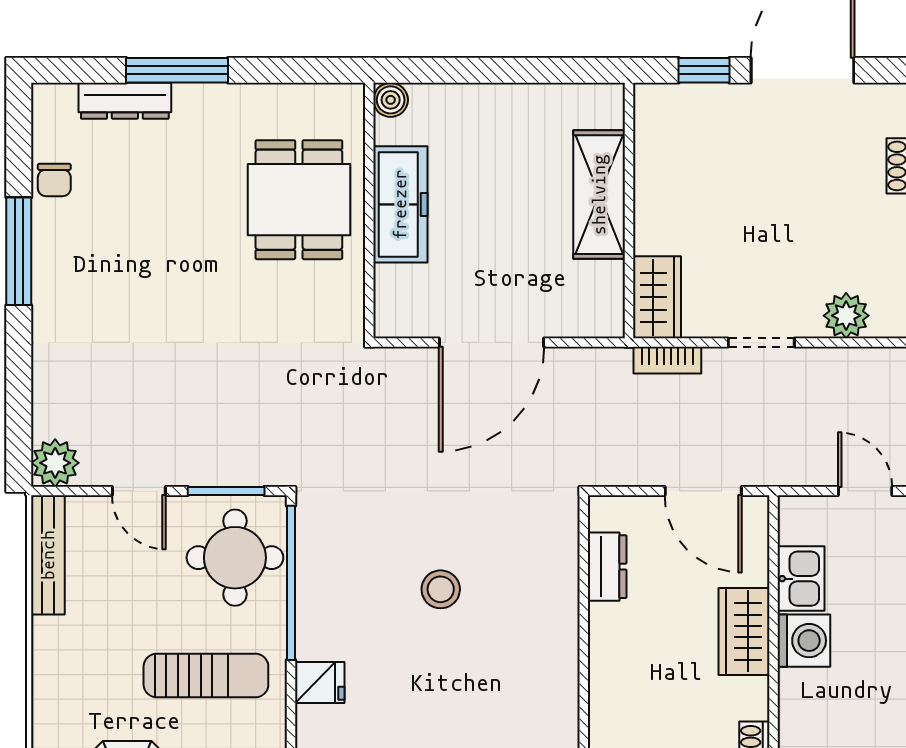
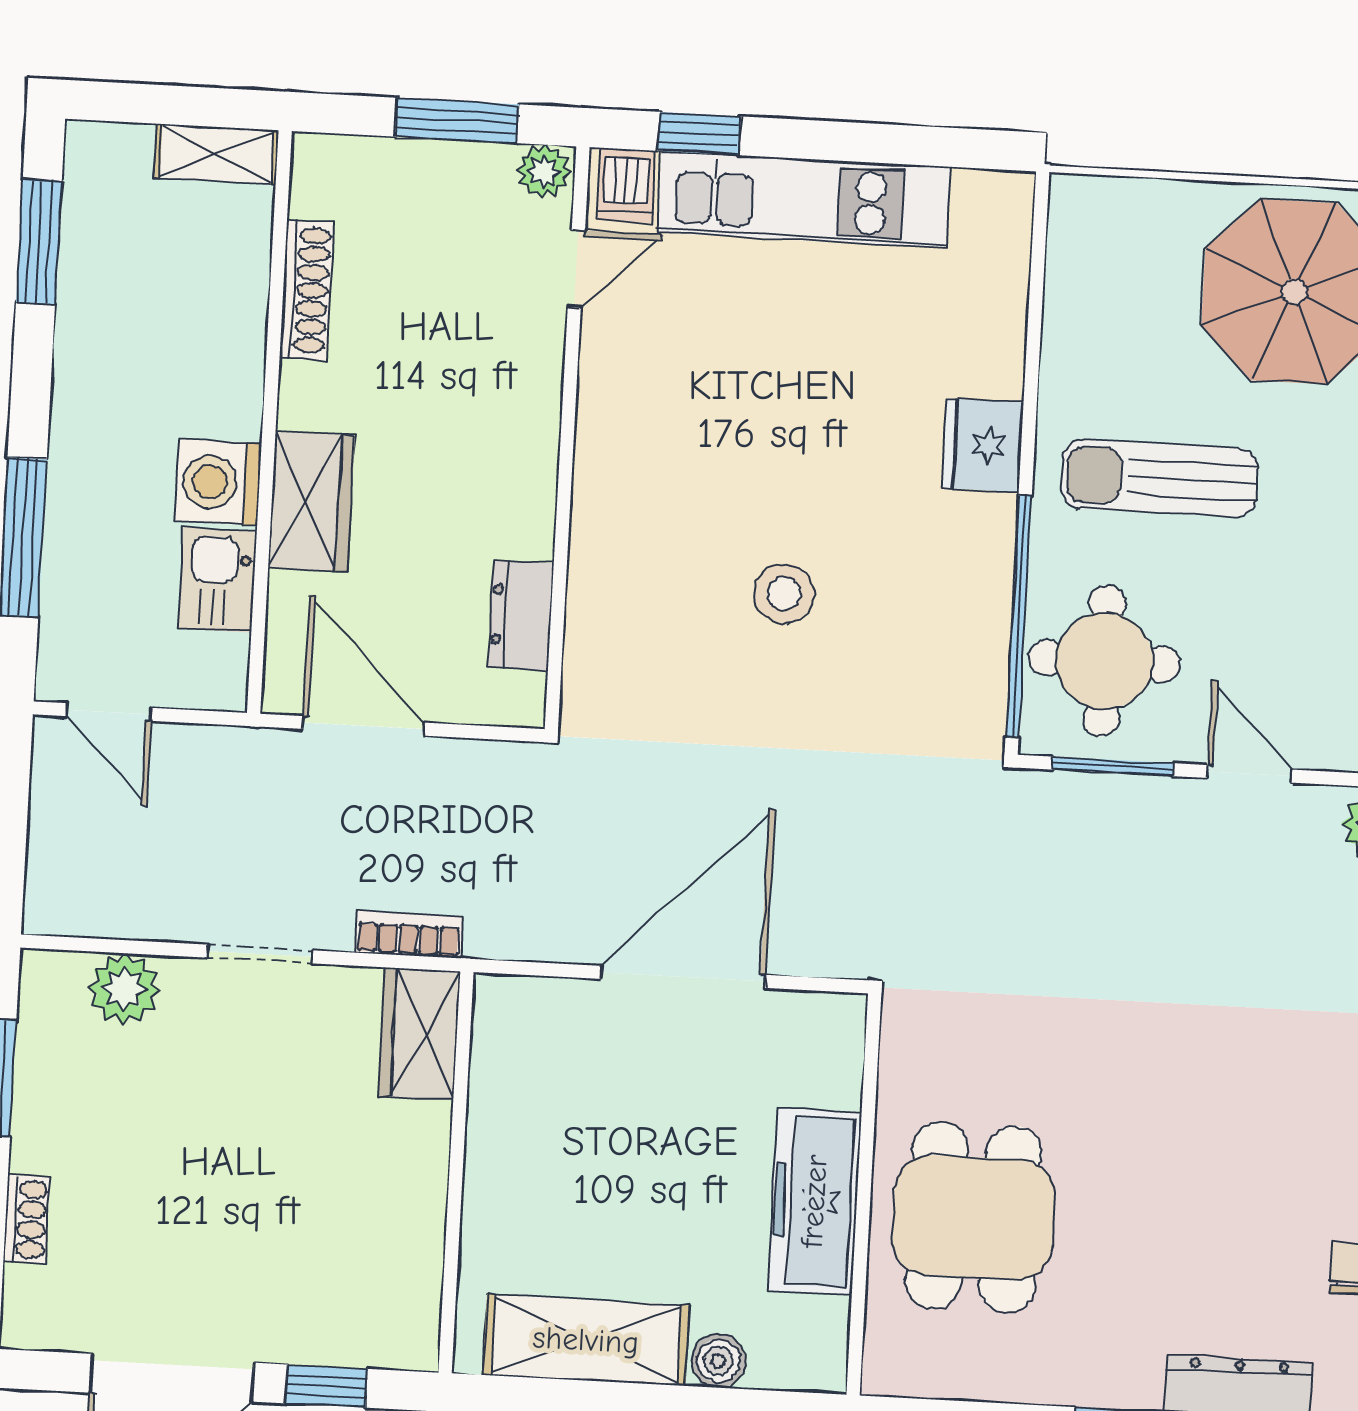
boiler: (391, 100) -> (718, 1361), moved
shelving: (599, 195) -> (586, 1340), moved, turned 90
fridge: (320, 683) -> (983, 445), width x1.38

